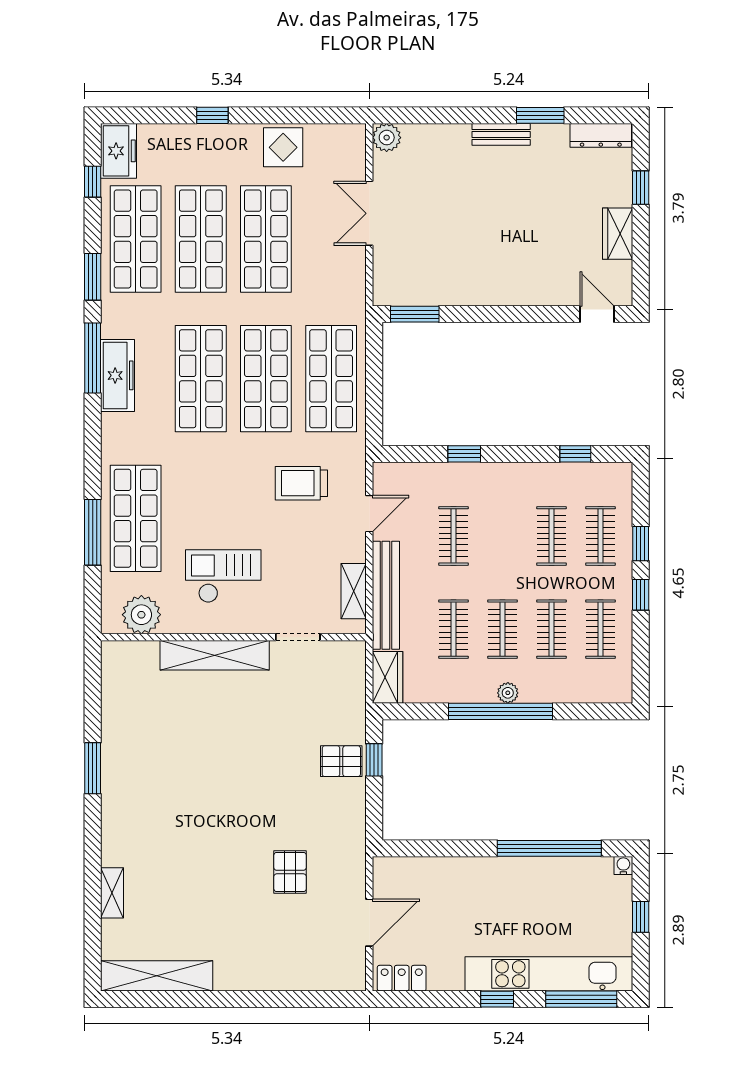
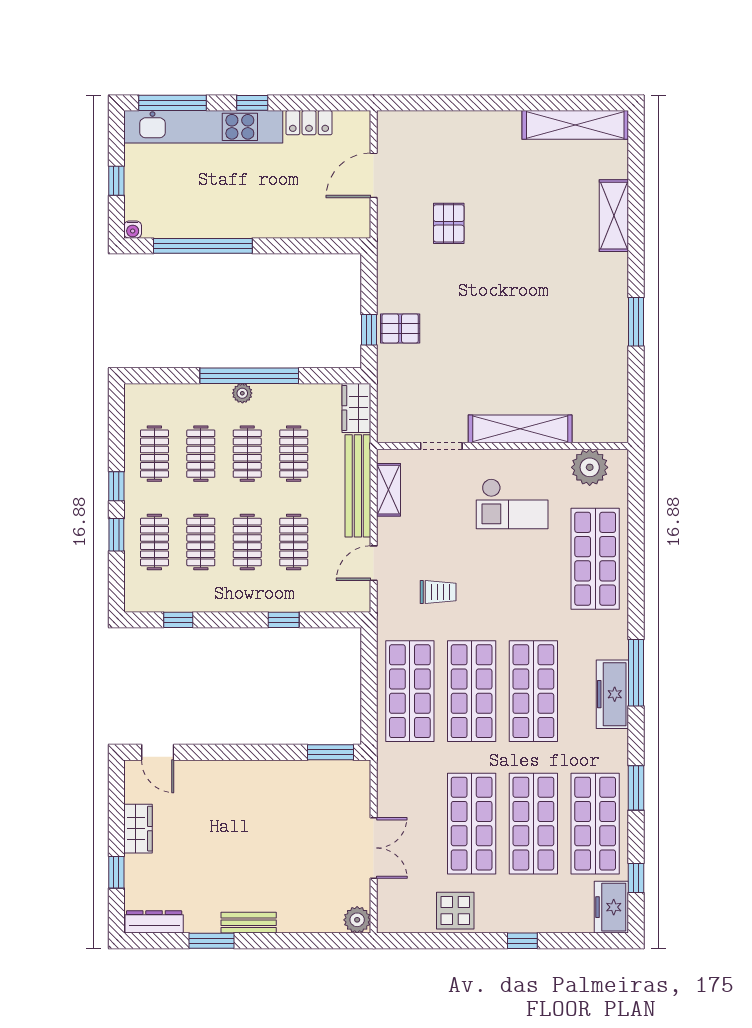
window: (93, 358) -> (636, 673), moved
trolley: (301, 483) -> (438, 592), width x0.73, depth x0.72
window: (93, 532) -> (636, 546), removed
clothes rail: (503, 536) -> (247, 542), added
shelving: (112, 893) -> (614, 216), width x1.50, depth x1.33
locker: (402, 978) -> (309, 123), moved

